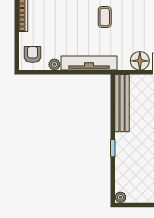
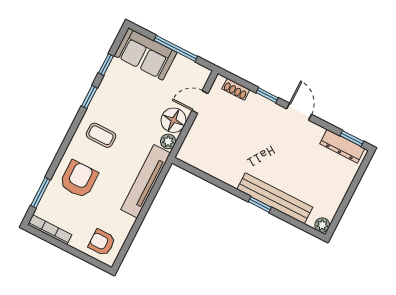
armchair: (67, 17) -> (79, 179), added
plant: (54, 64) -> (168, 141), moved
bench: (122, 103) -> (275, 198), moved

